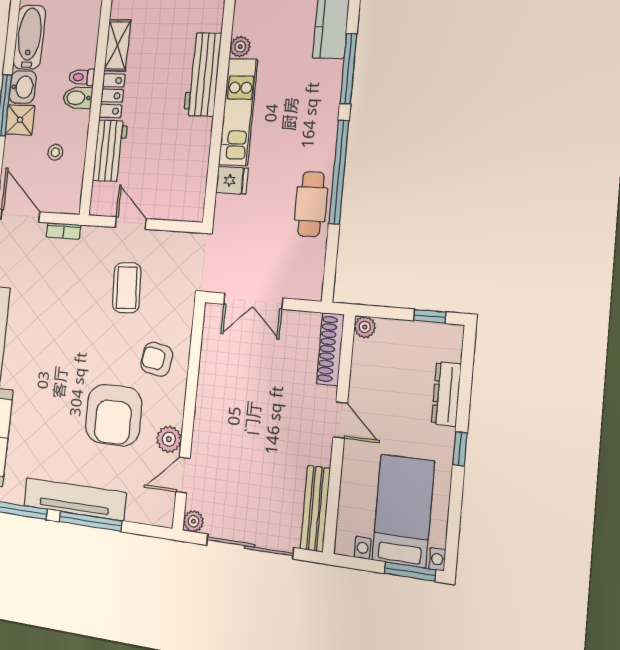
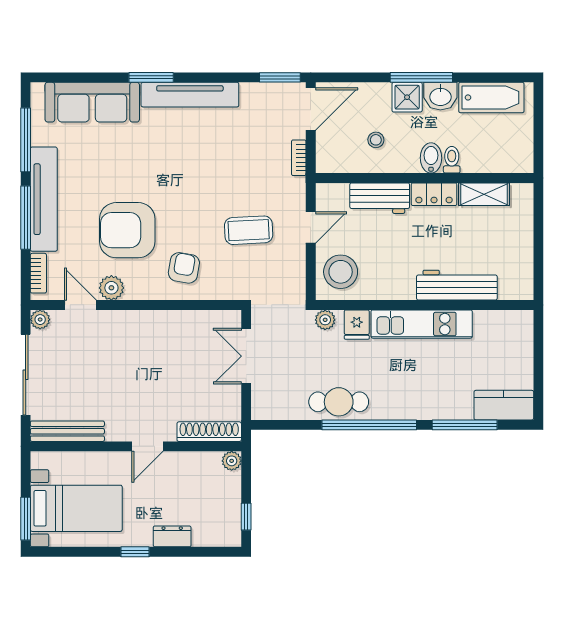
plant: (240, 47) -> (325, 320), moved
stool: (177, 195) -> (341, 272), added
dresser: (446, 394) -> (172, 536), width x0.70
bookcase: (146, 516) -> (38, 273), added

